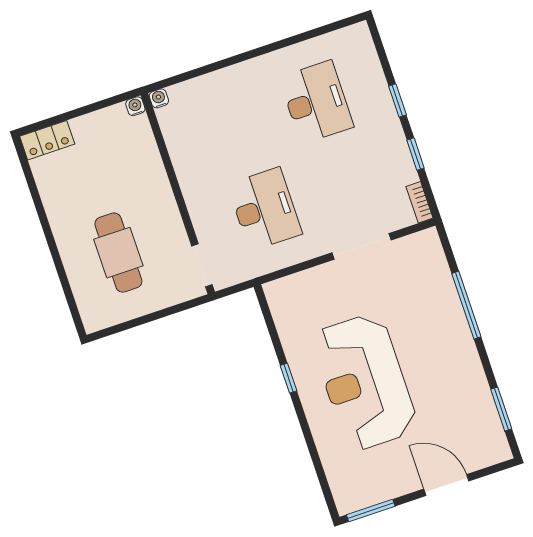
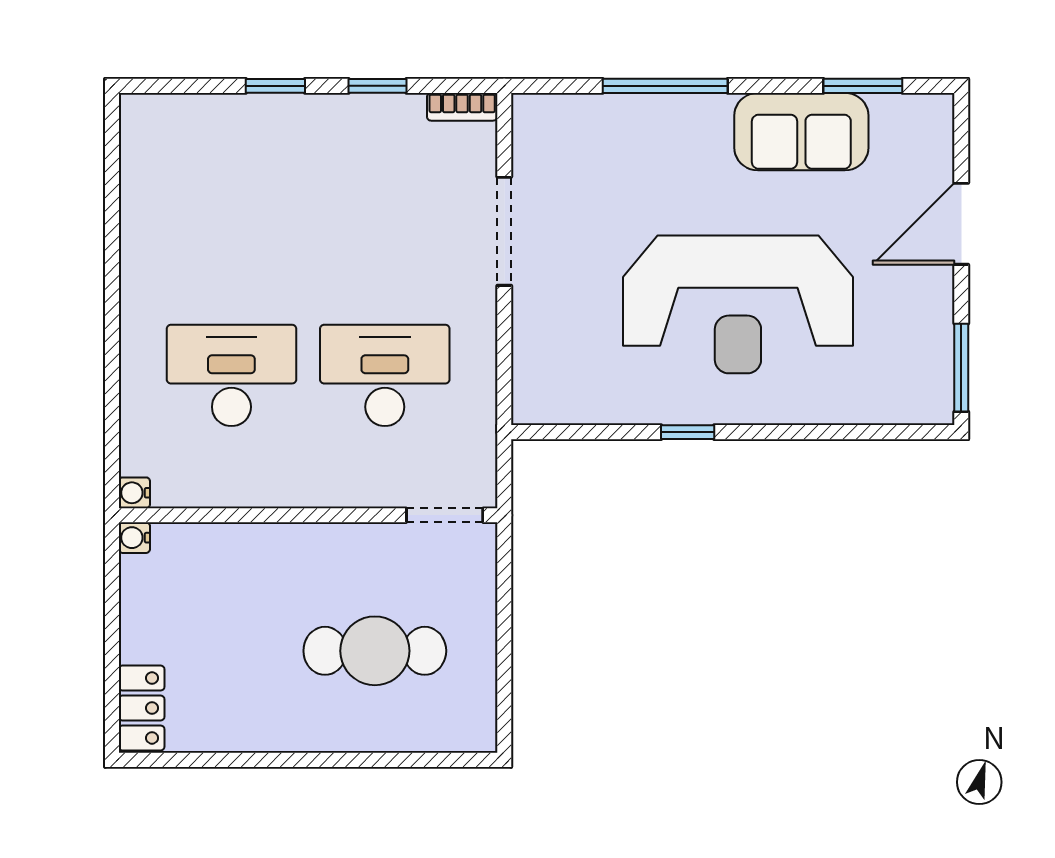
desk: (316, 102) -> (231, 375), moved
sofa: (466, 385) -> (801, 132), added

